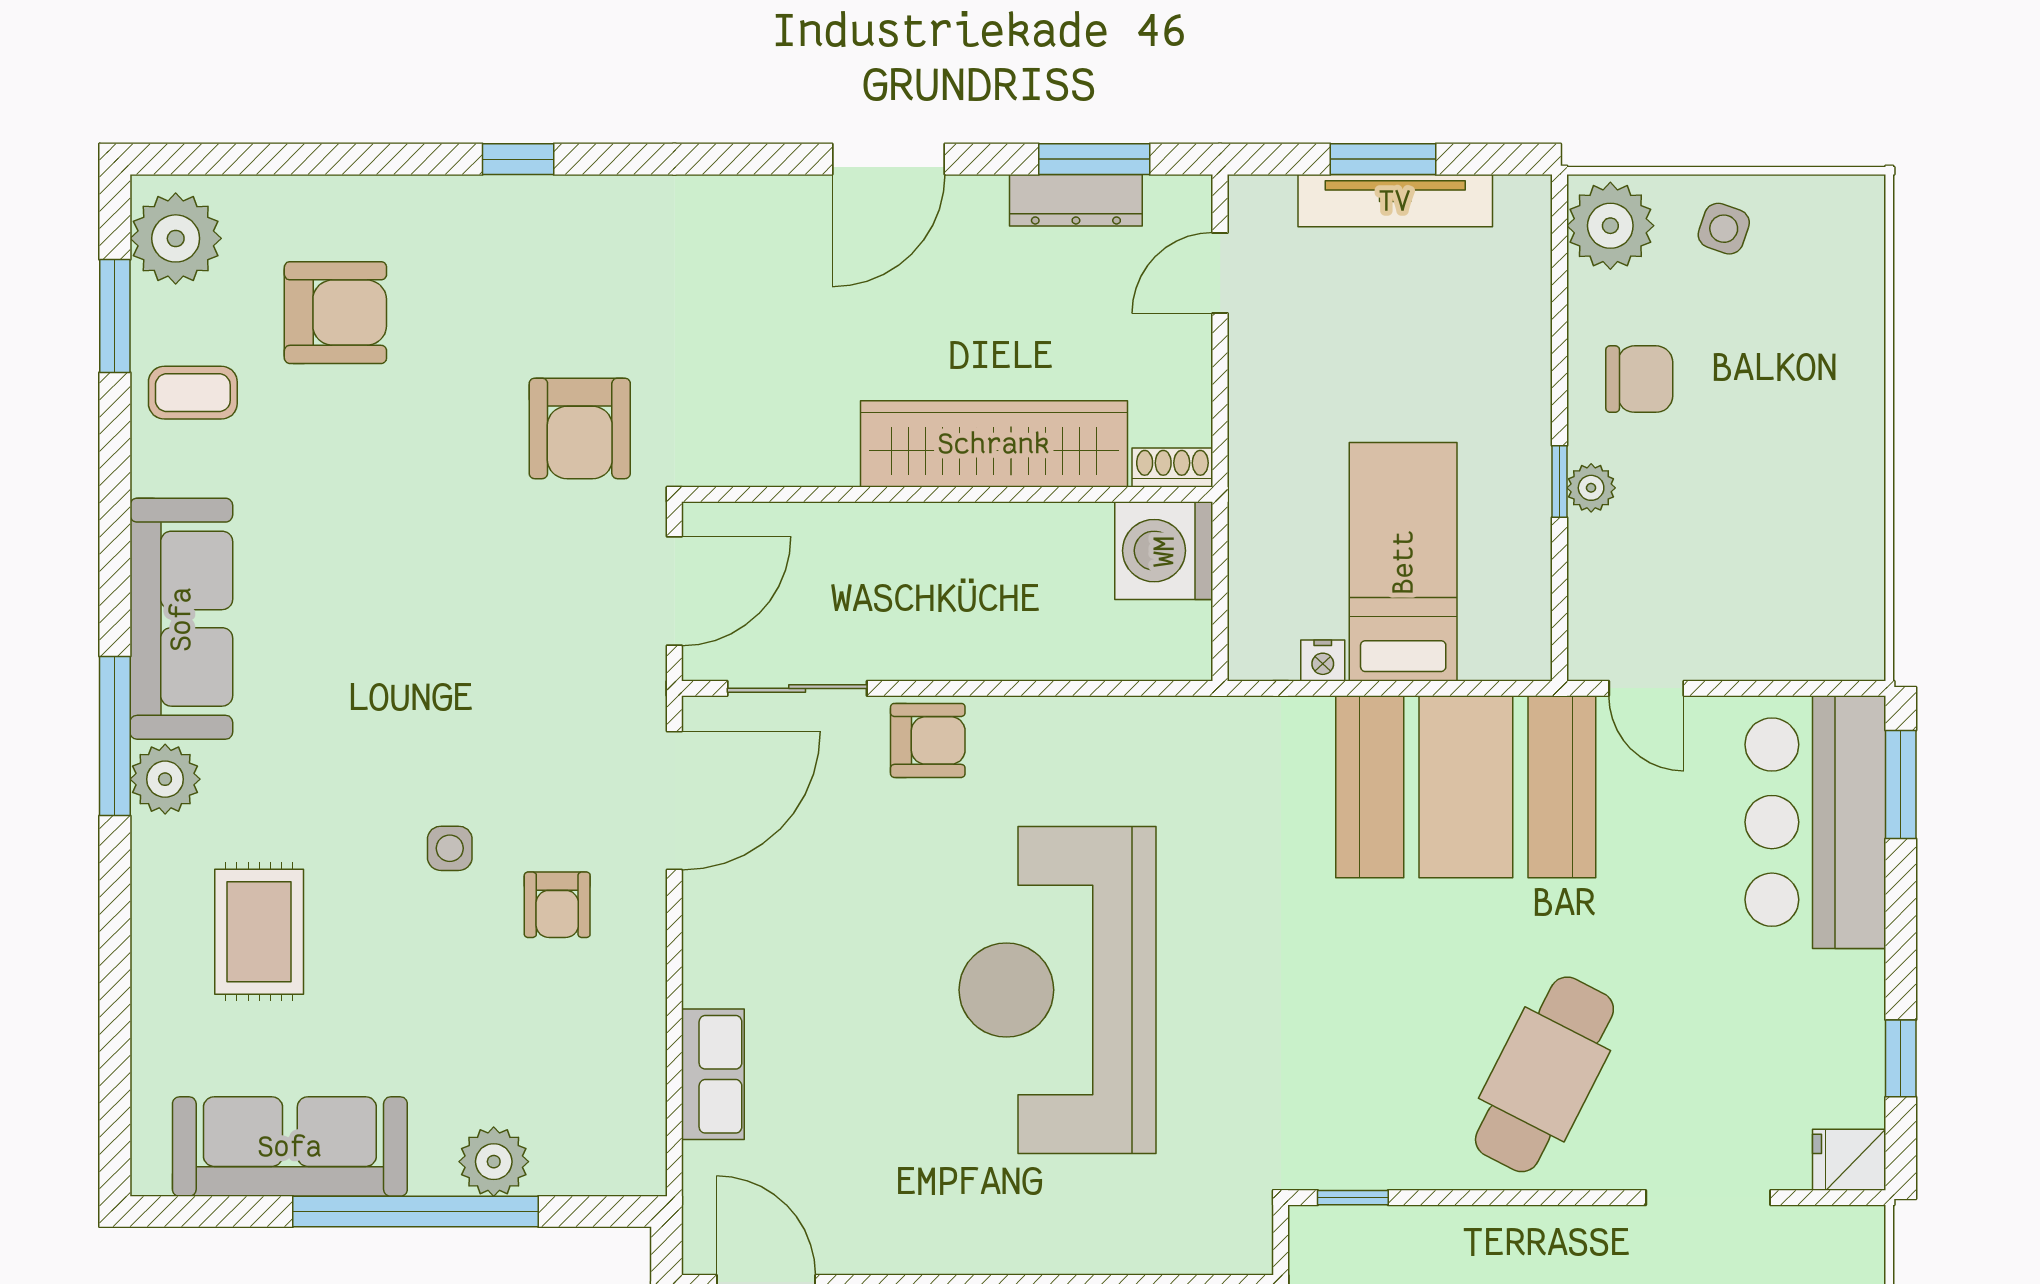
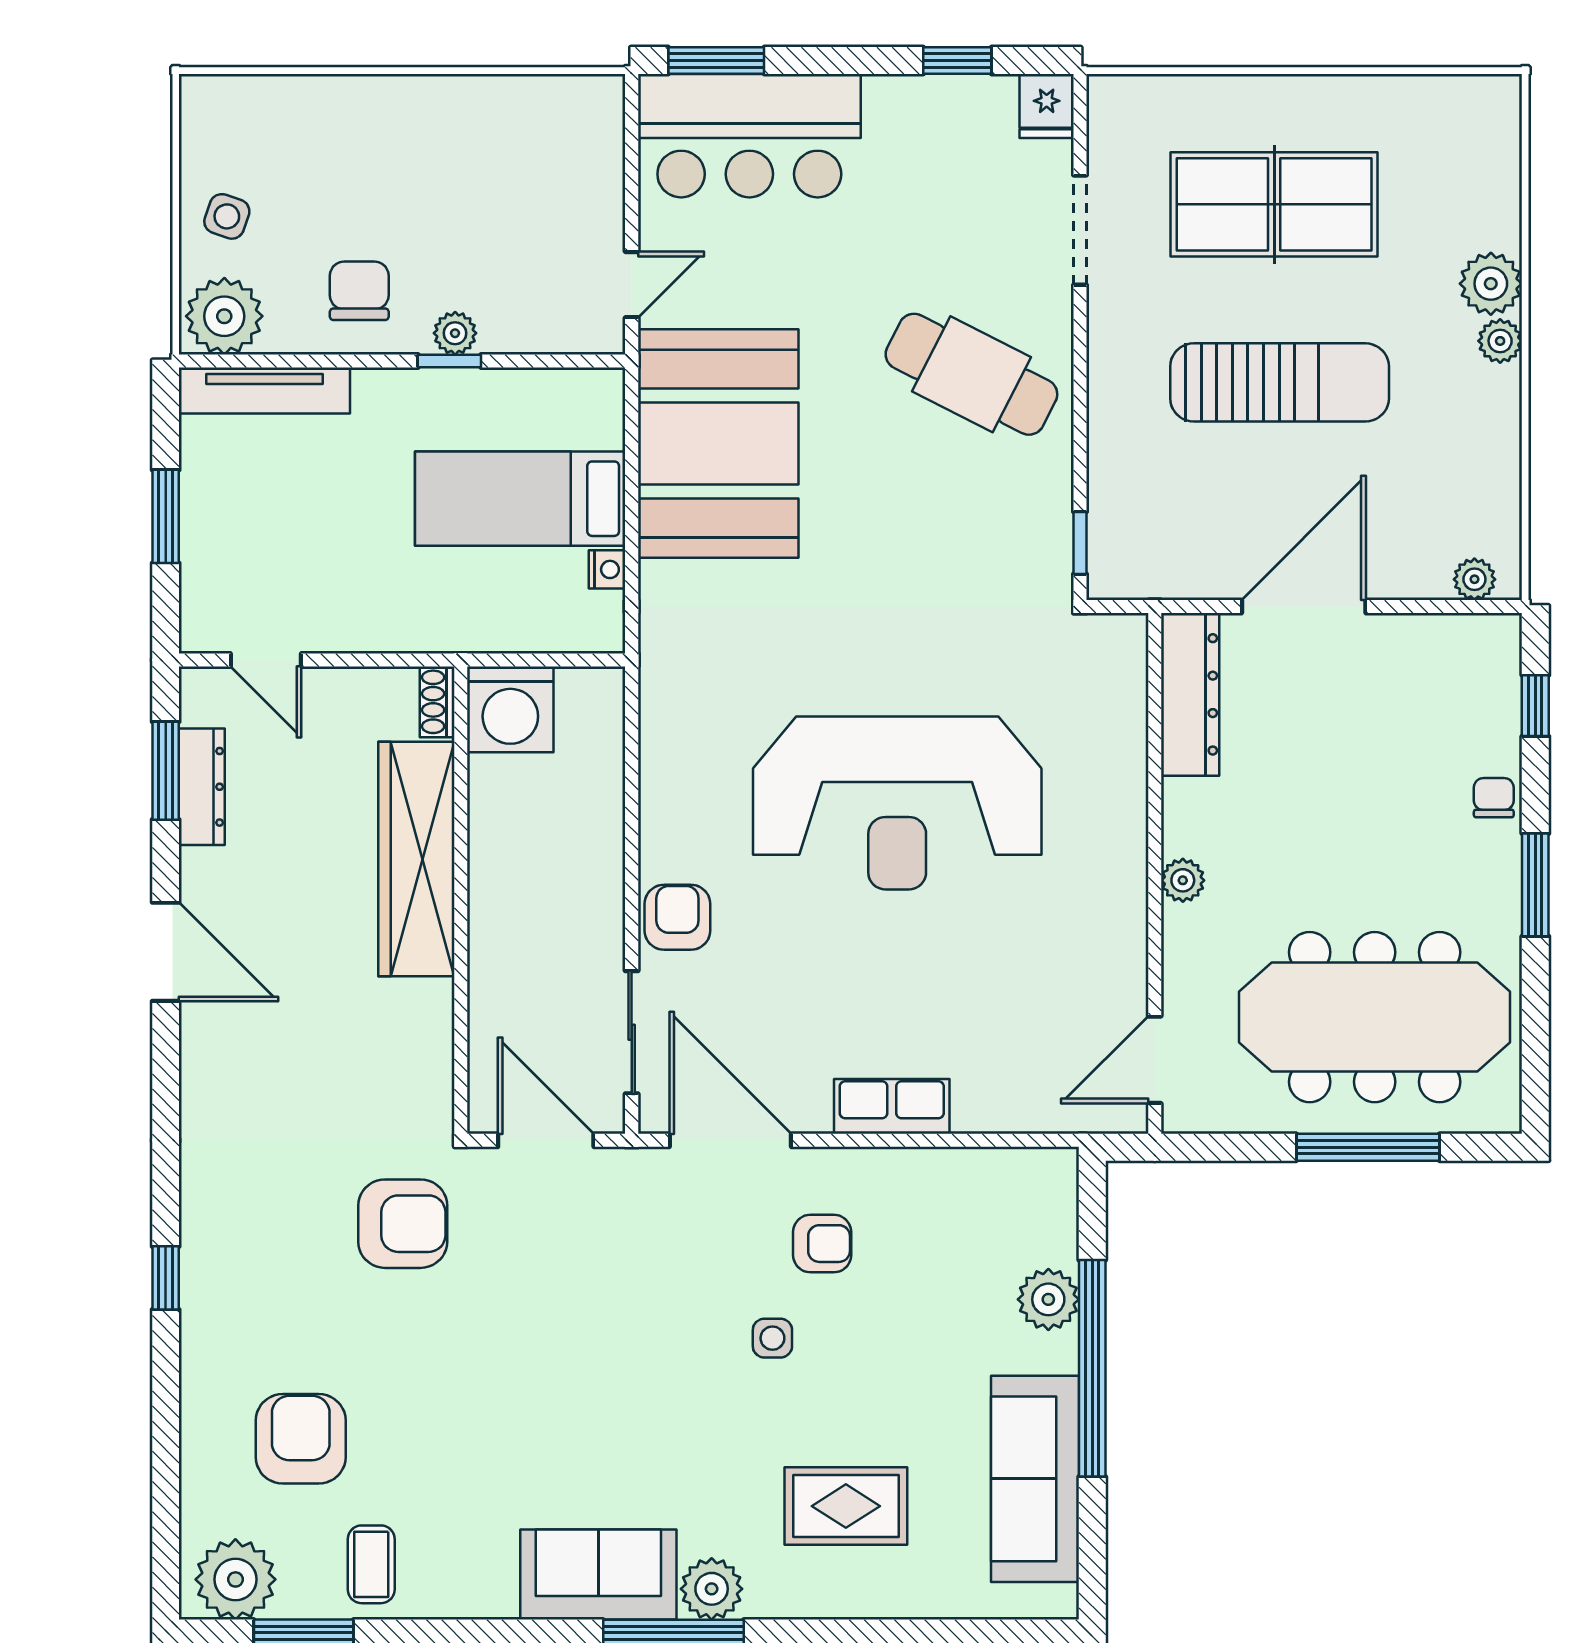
tv unit: (1395, 201) -> (264, 391), moved, turned 90
sofa: (181, 619) -> (598, 1574), width x0.73
row of seats: (713, 1074) -> (892, 1106), moved

